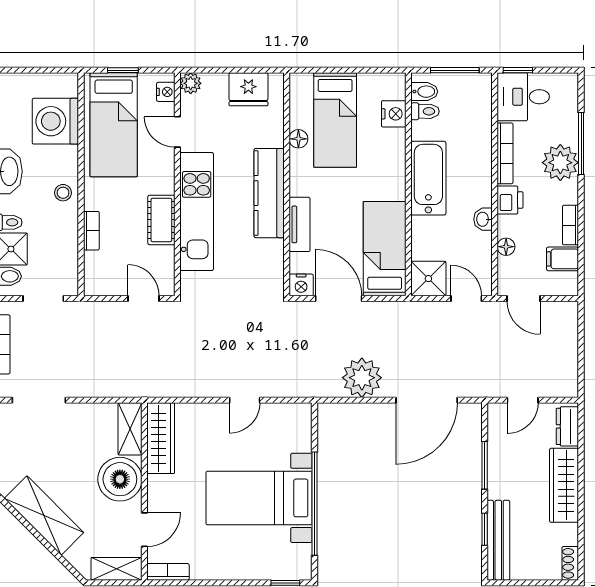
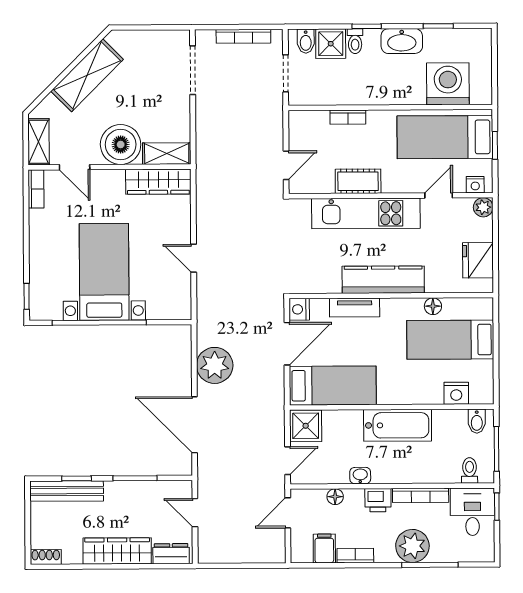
toilet: (425, 111) -> (470, 470), moved, turned 180
stool: (63, 193) -> (382, 91), removed

